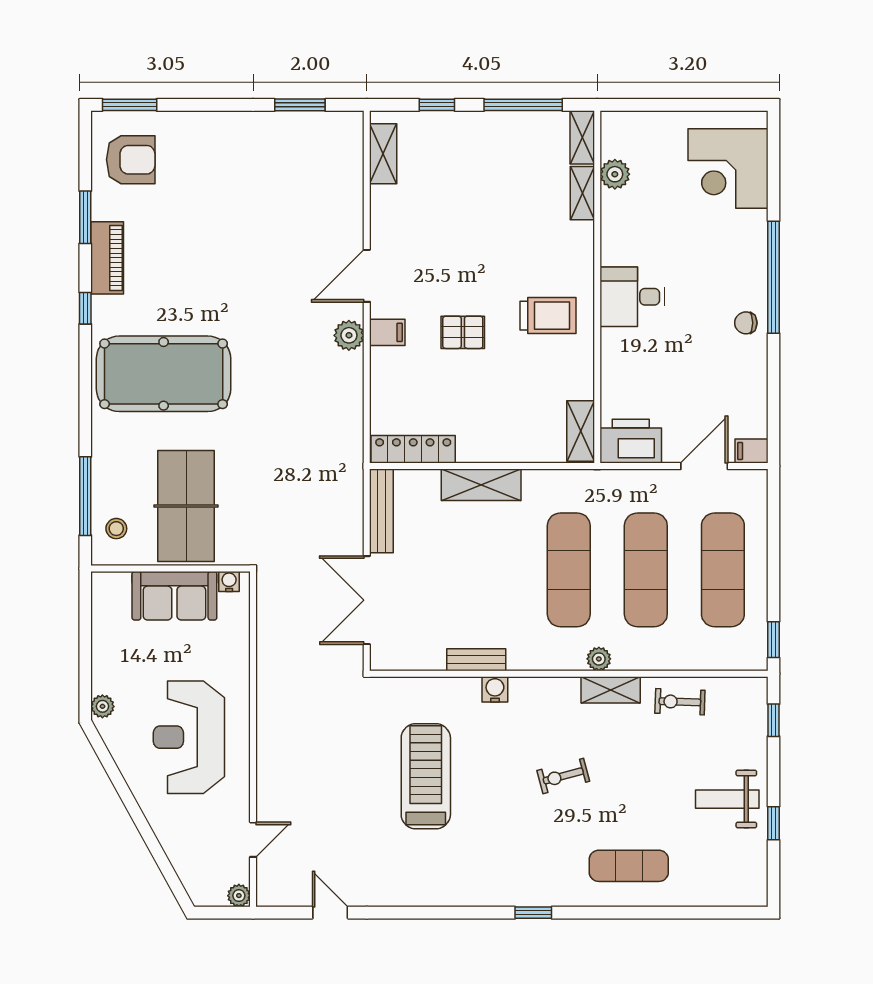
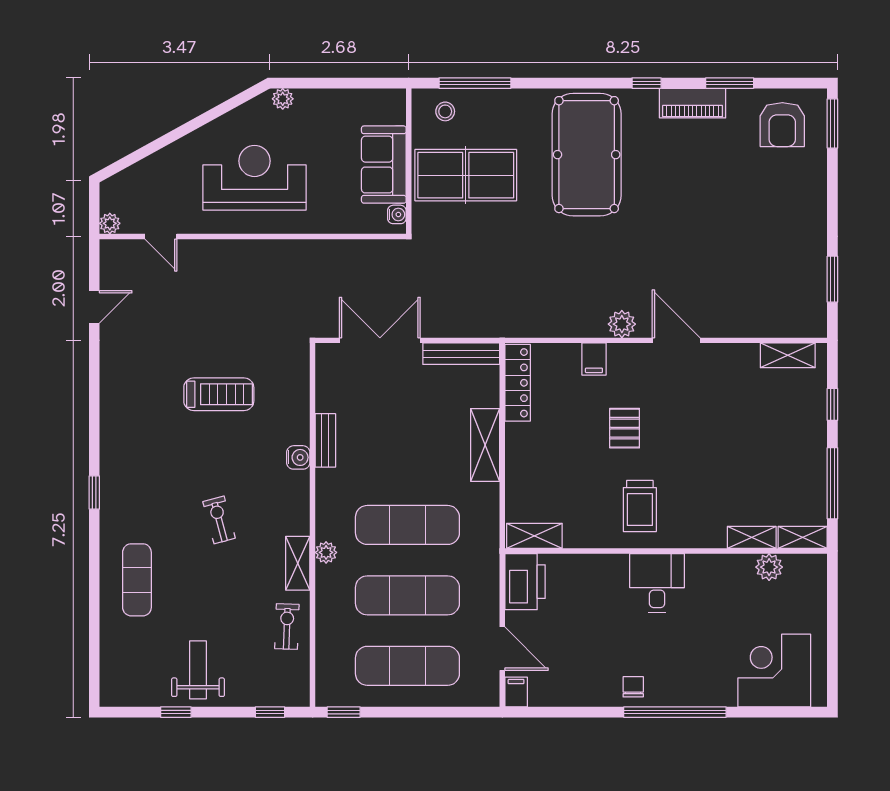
filing cabinet: (387, 332) -> (594, 359), moved
treadmill: (426, 776) -> (219, 394), width x0.73, depth x0.73

